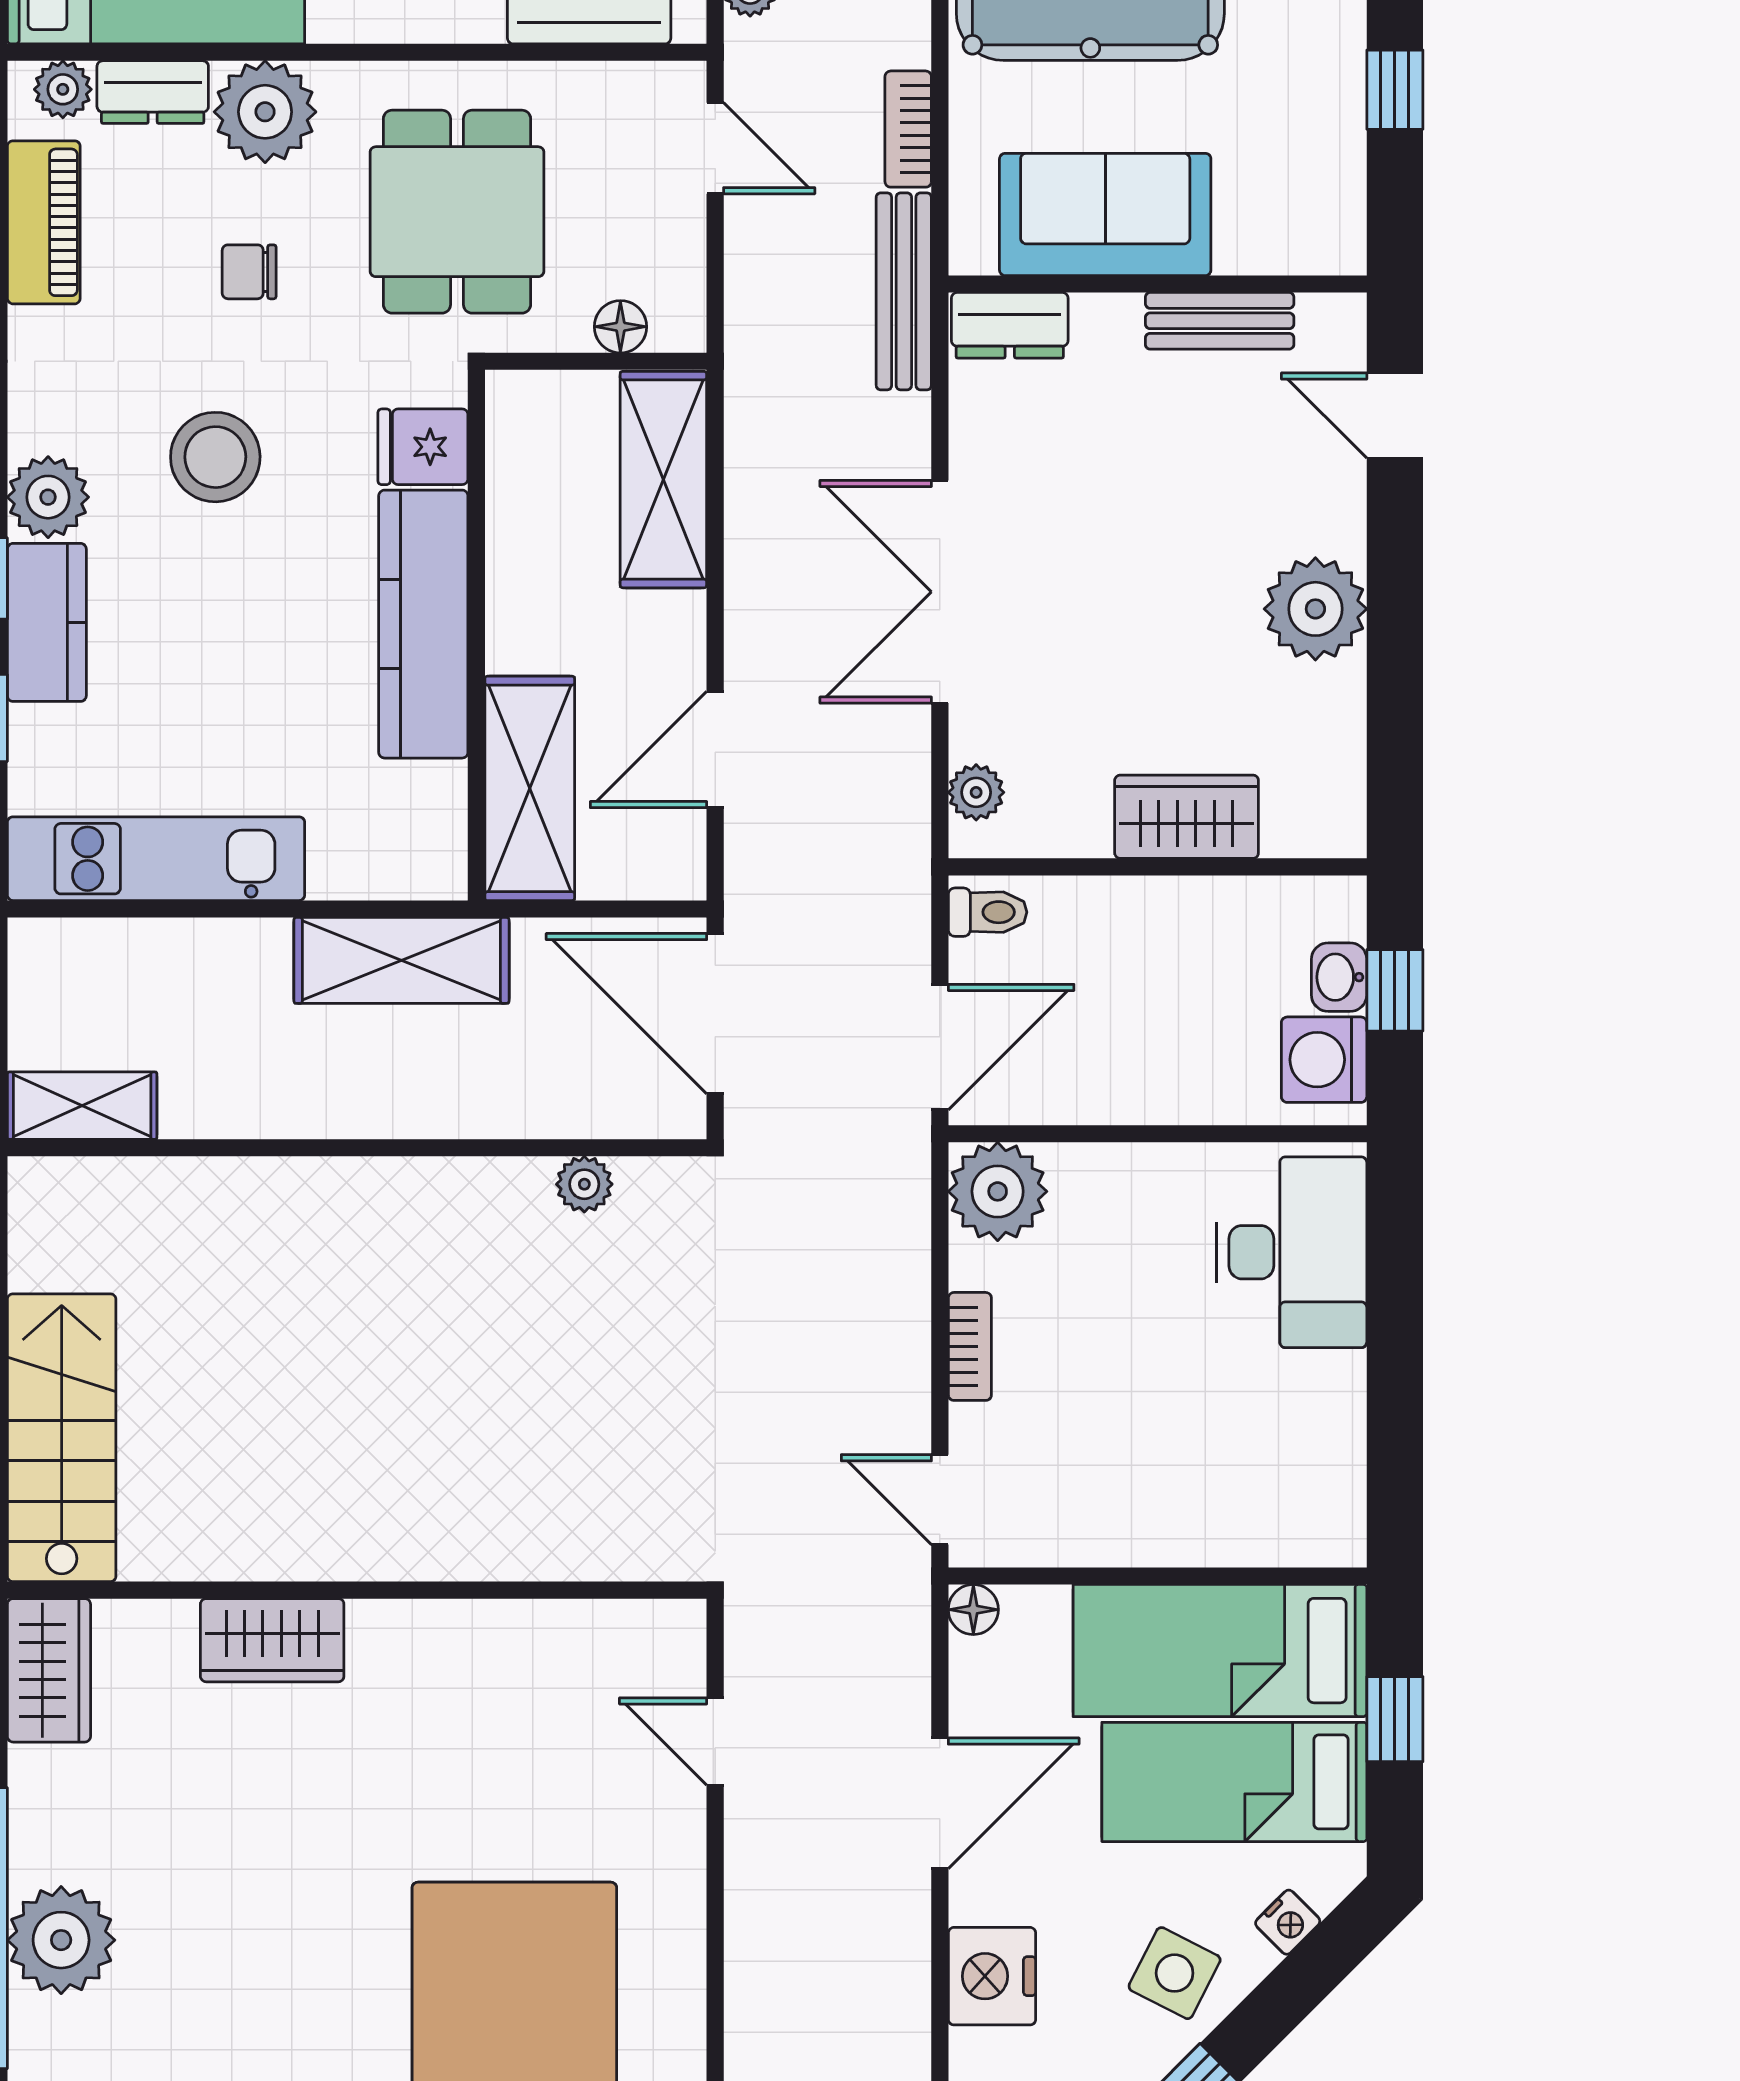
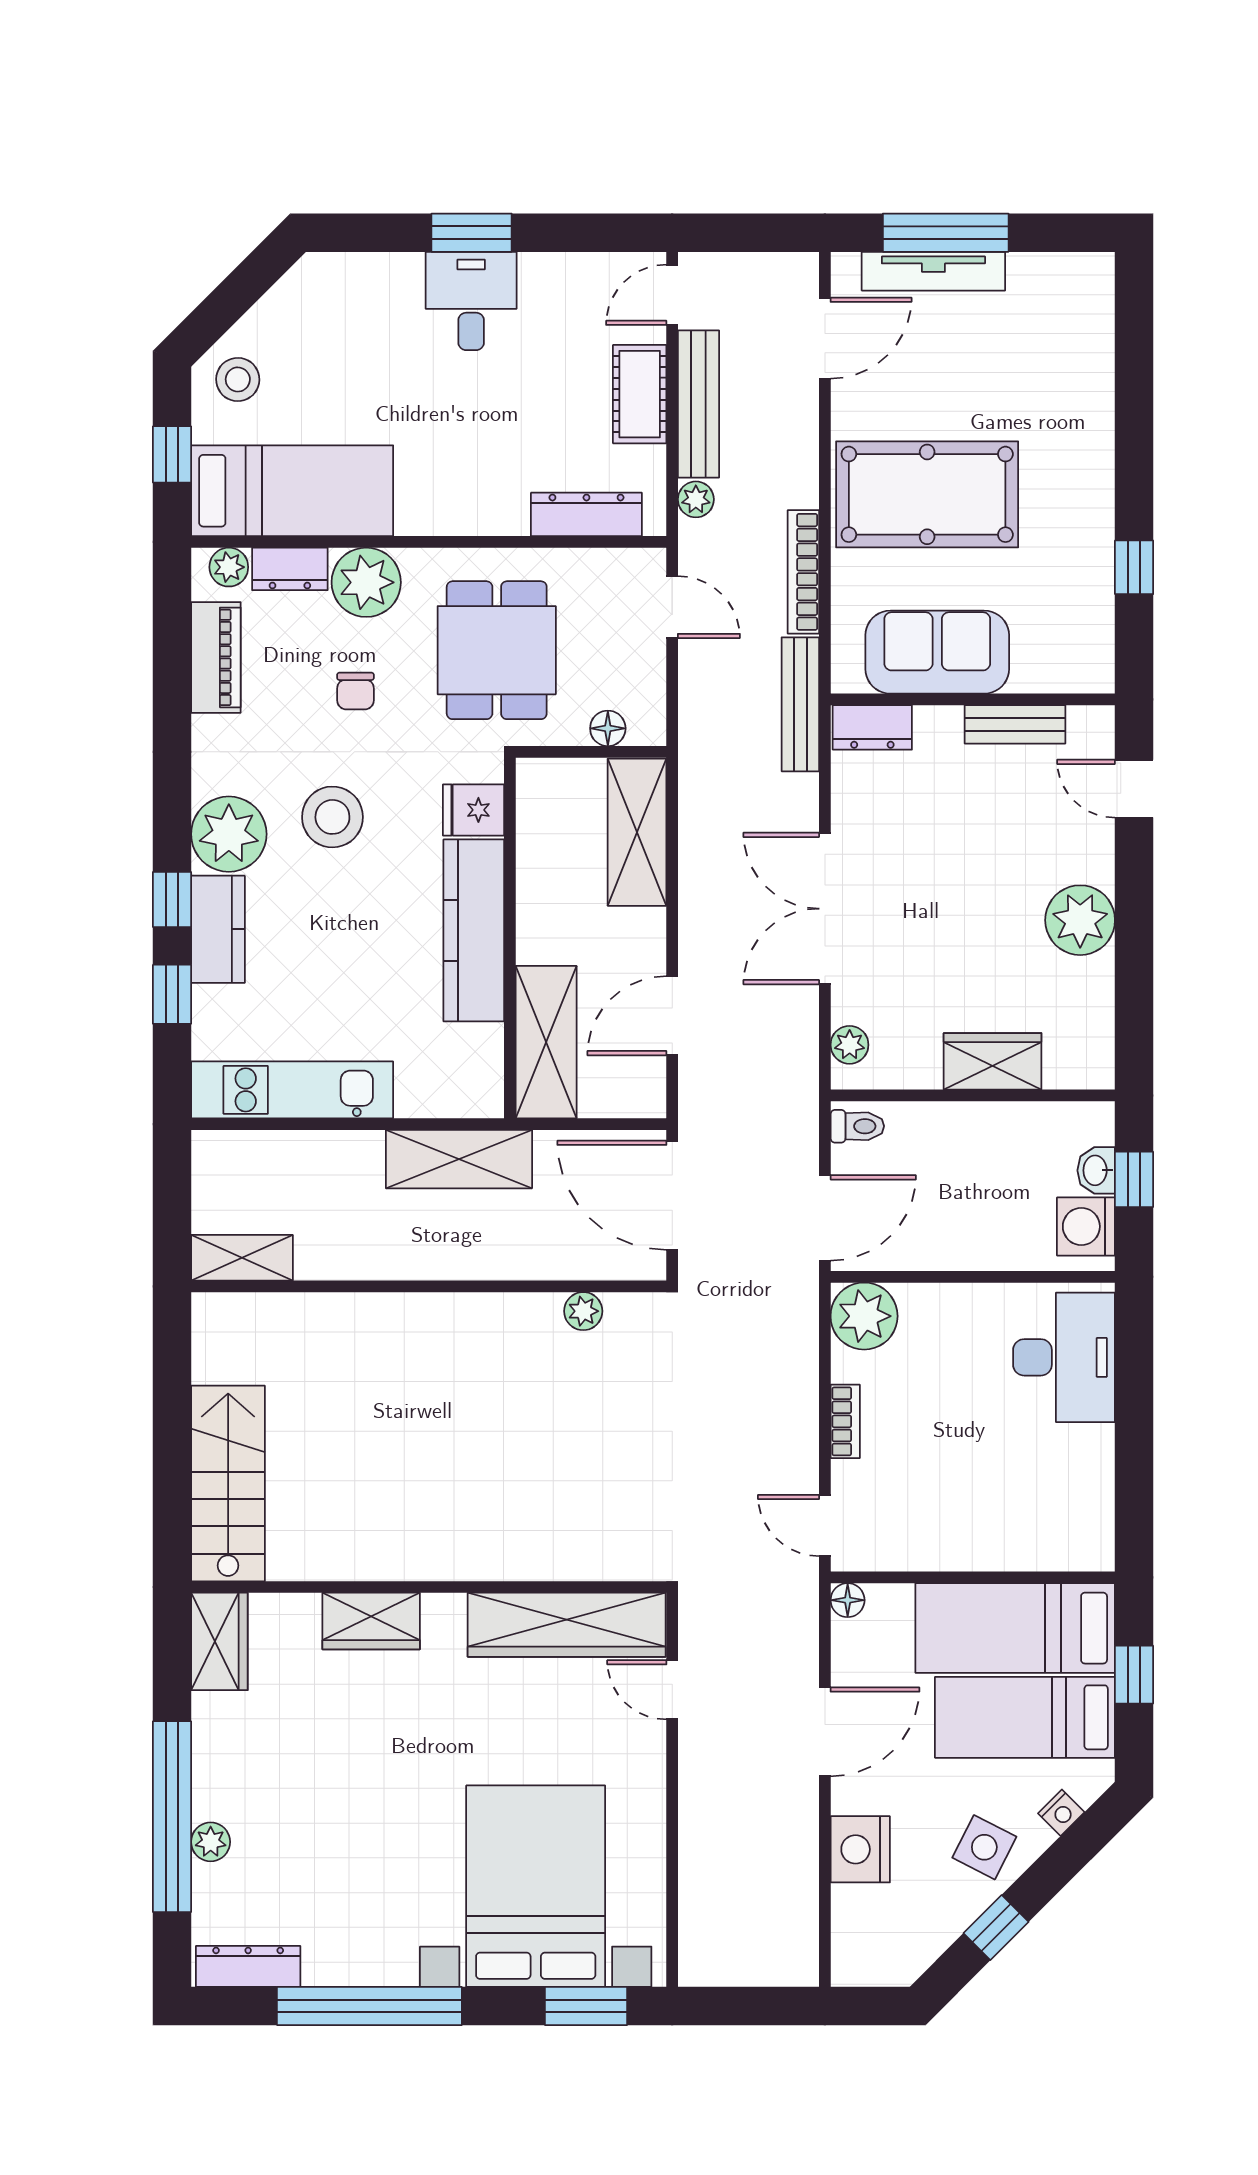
bookcase: (908, 129) -> (803, 572), width x1.56
chair: (249, 272) -> (355, 691), turned -90
plant: (48, 497) -> (229, 834), width x1.36, depth x1.36
wardrobe: (560, 1646) -> (567, 1625), added
plant: (61, 1940) -> (211, 1842), width x0.53, depth x0.53

